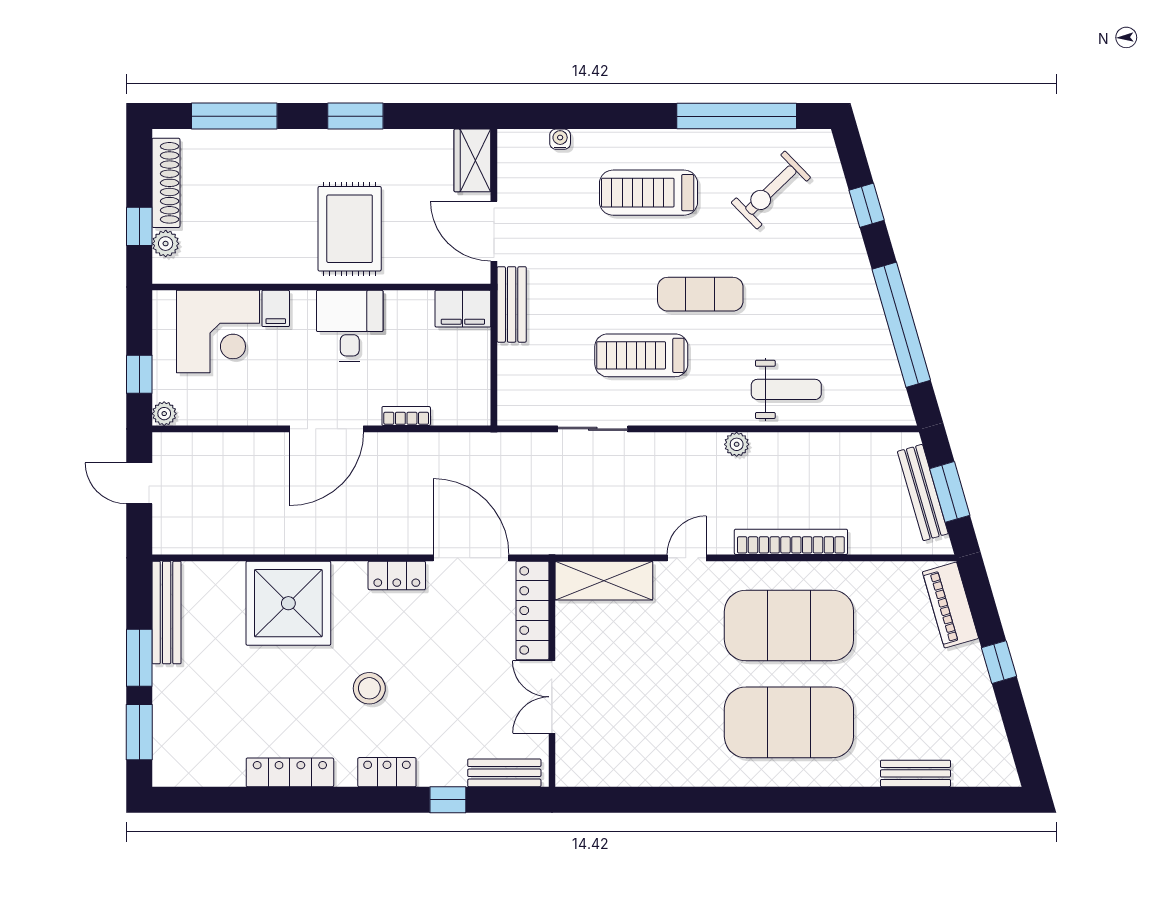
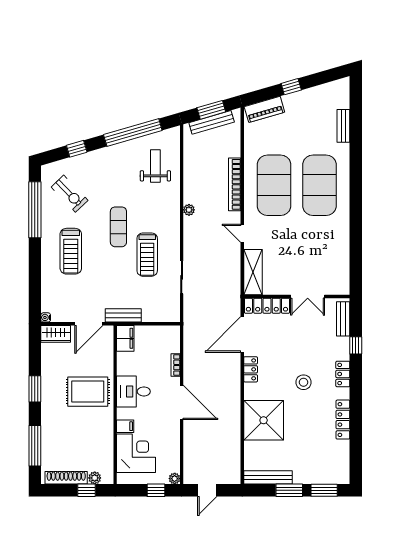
water cooler: (560, 139) -> (46, 317), moved
weight bench: (786, 389) -> (155, 166), moved

